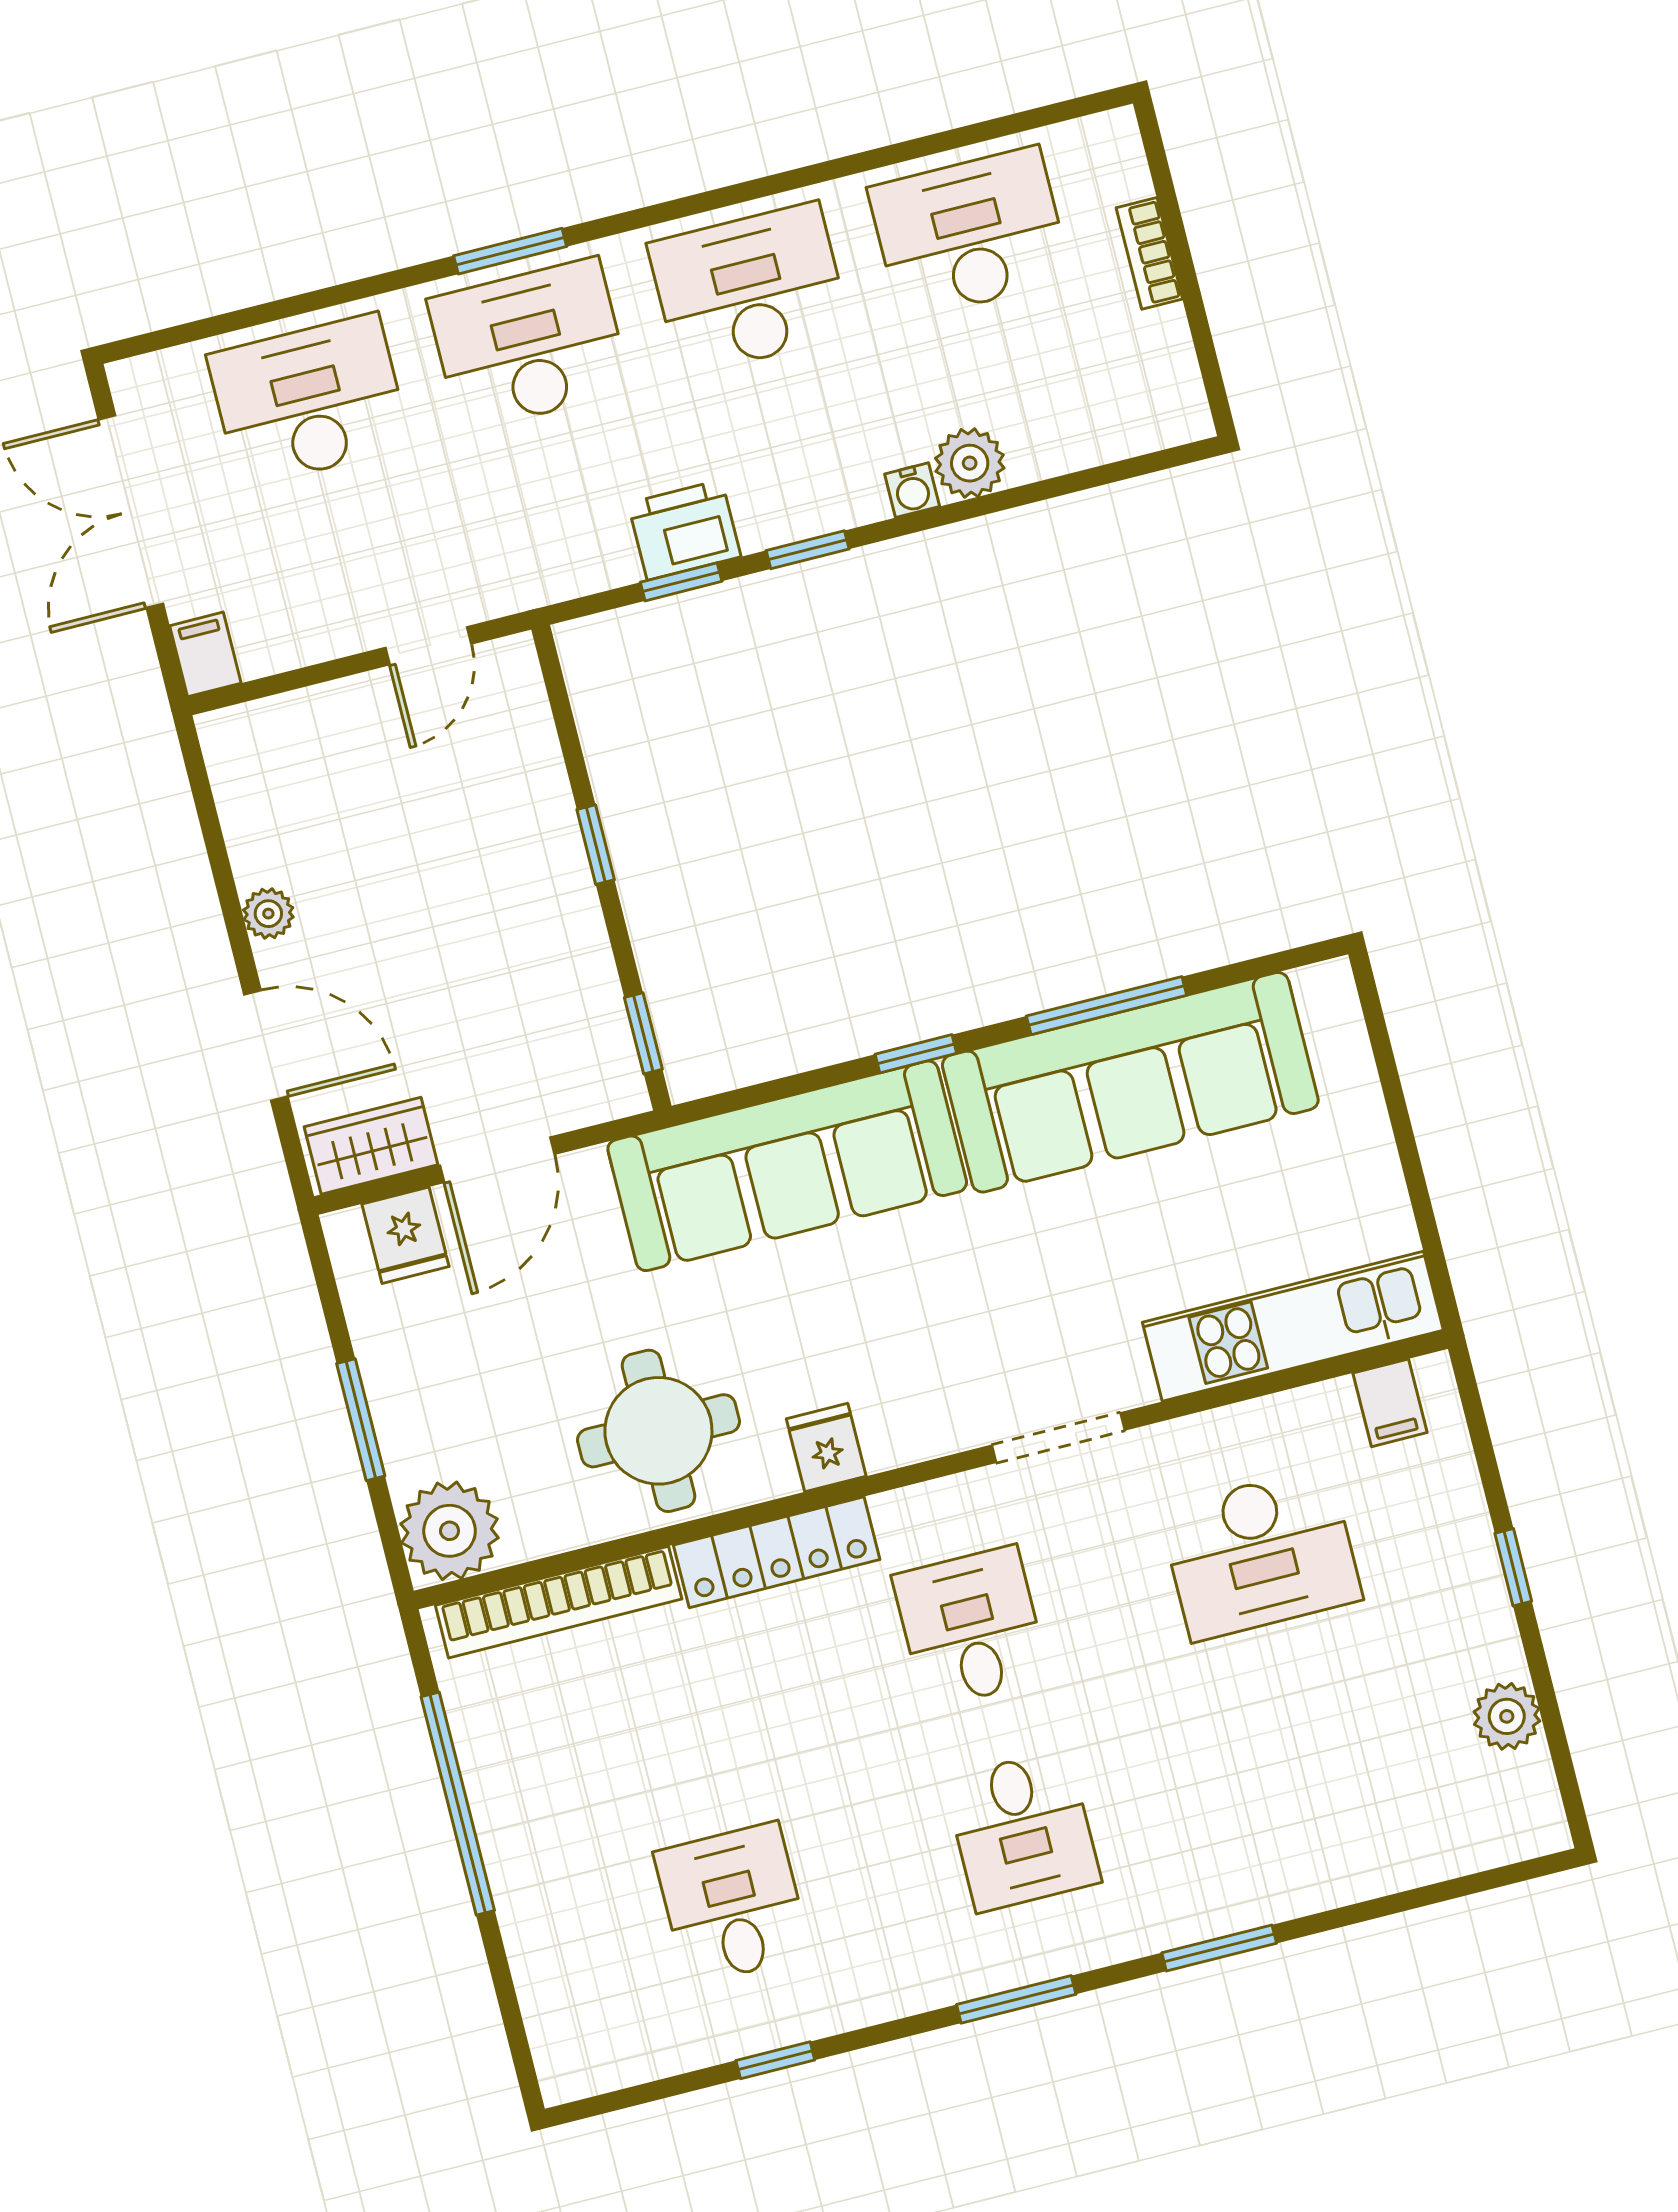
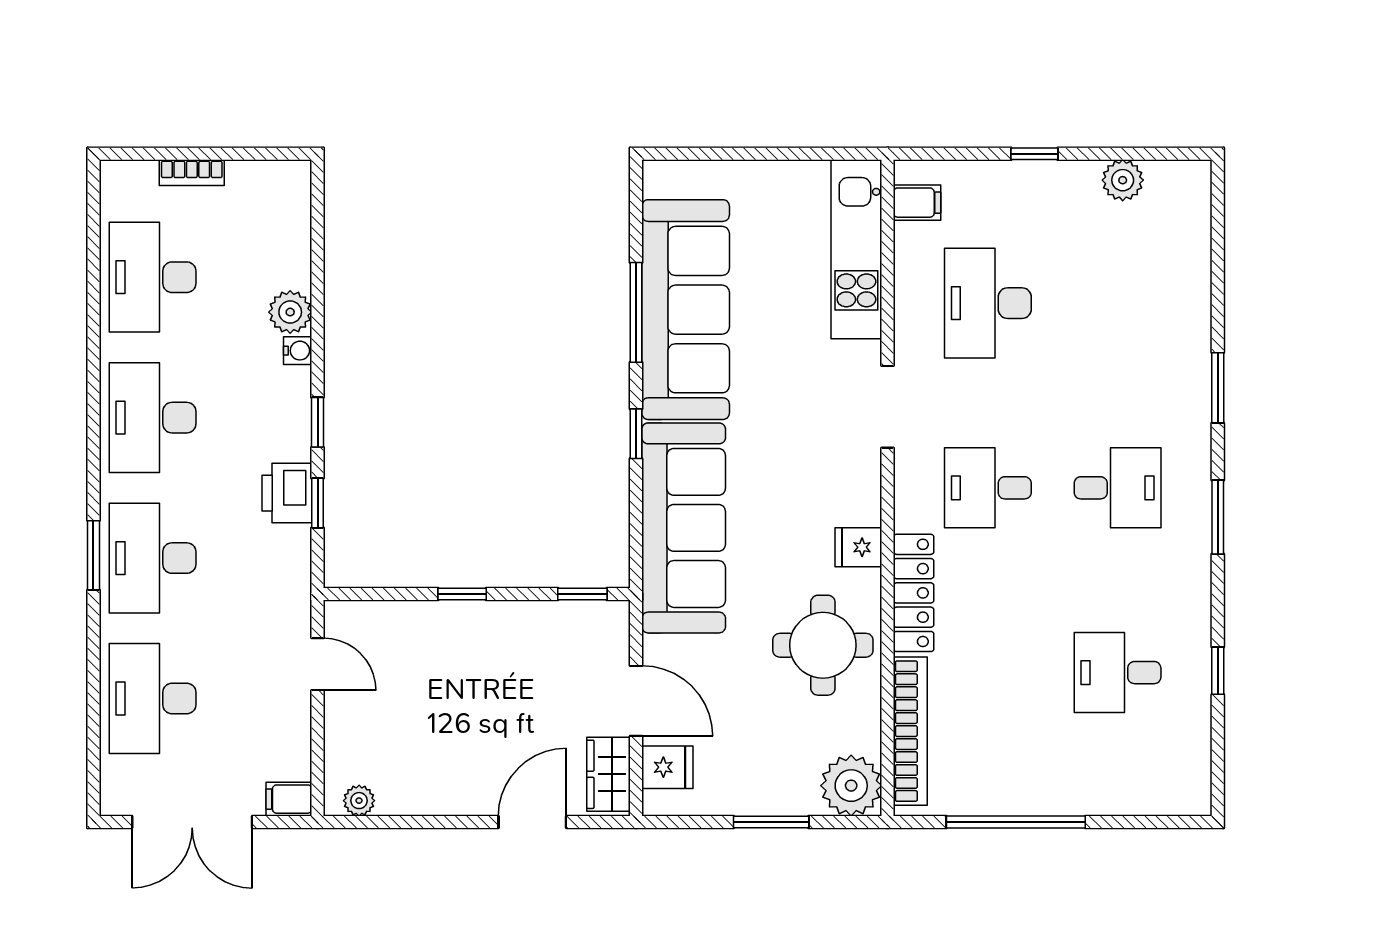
plant: (268, 914) -> (359, 801), moved
desk: (1261, 1554) -> (988, 303), turned 180

